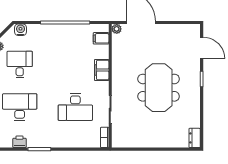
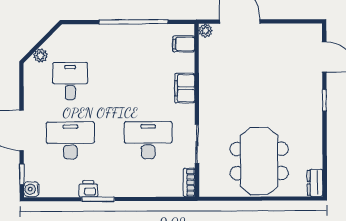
water cooler: (21, 30) -> (71, 32), removed
meeting table: (159, 88) -> (259, 161), moved
desk: (75, 107) -> (148, 140), turned 180
printer: (19, 142) -> (88, 189), moved

